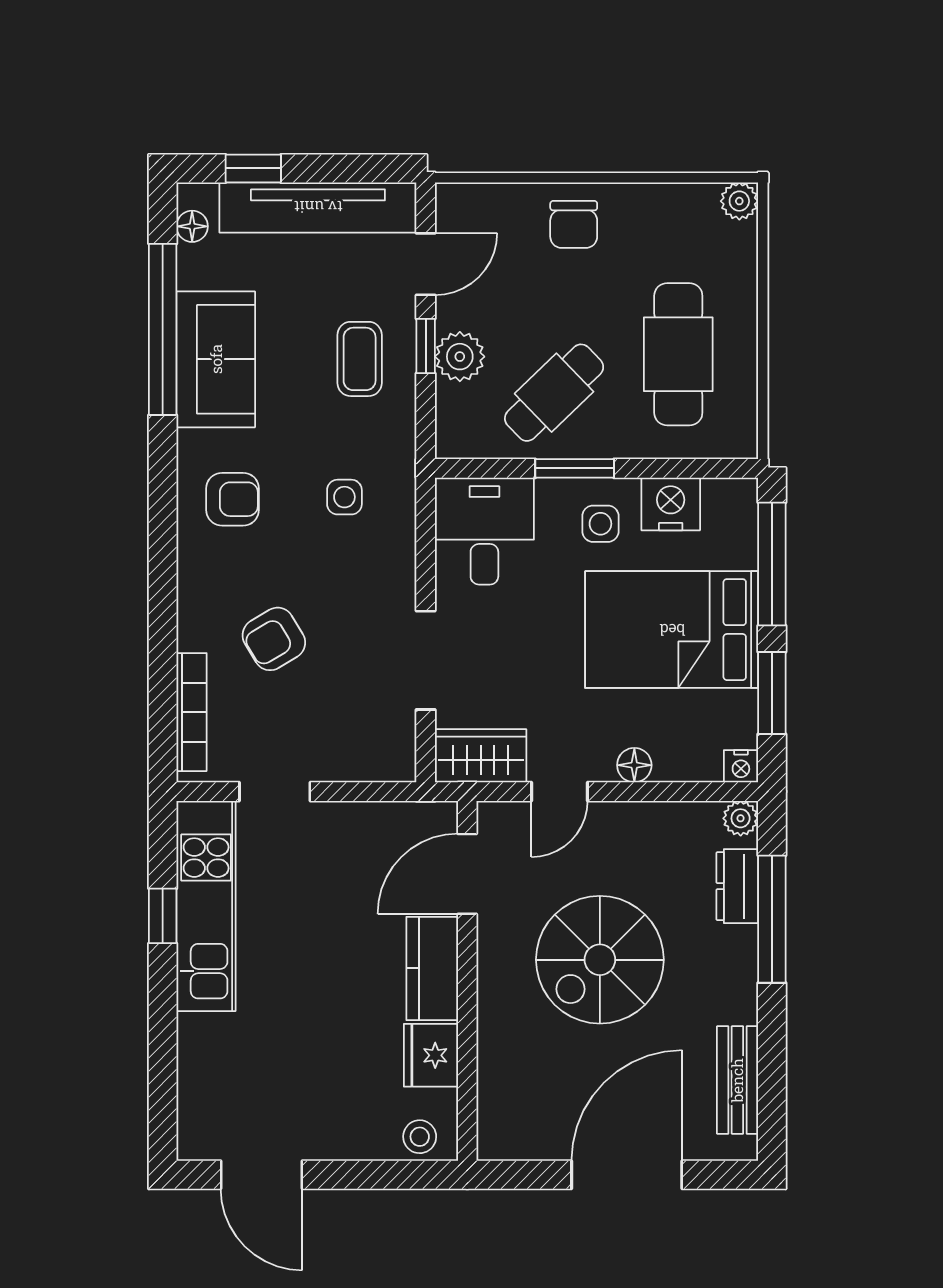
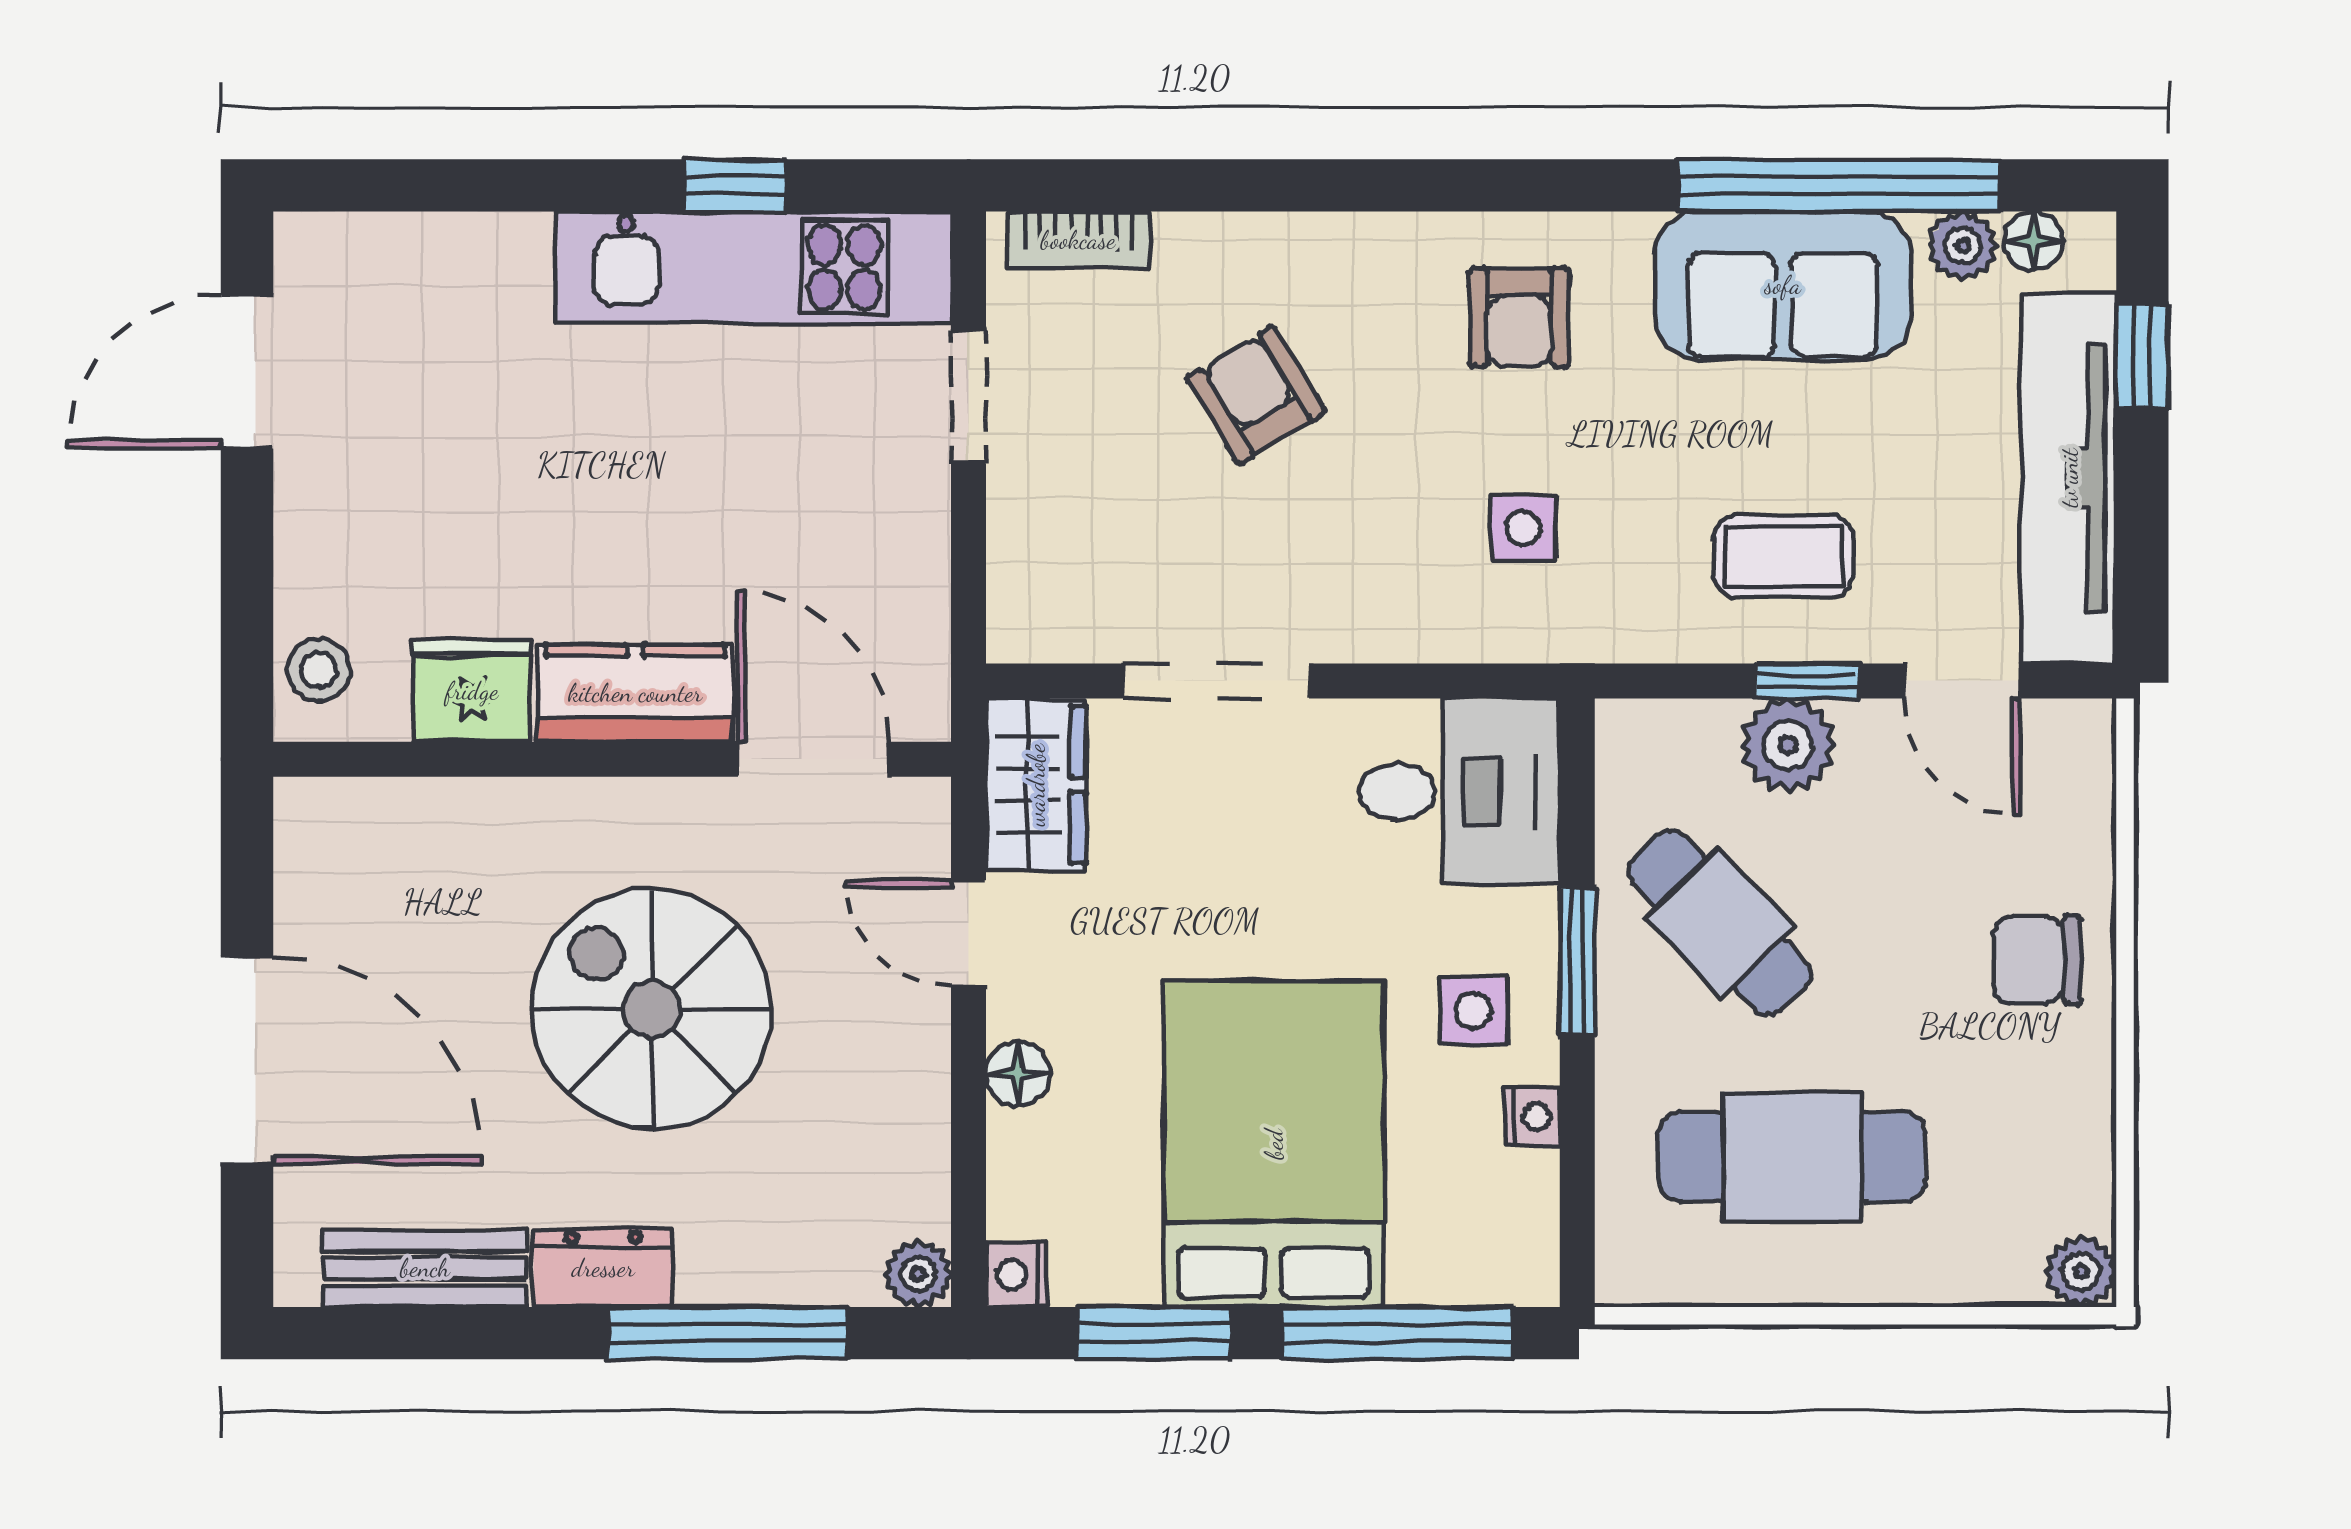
plant: (195, 264) -> (1963, 246), added
nightstand: (671, 504) -> (1532, 1116), width x0.53, depth x0.56
bookcase: (192, 712) -> (1078, 240), width x0.64
dresser: (737, 886) -> (603, 1268), moved

